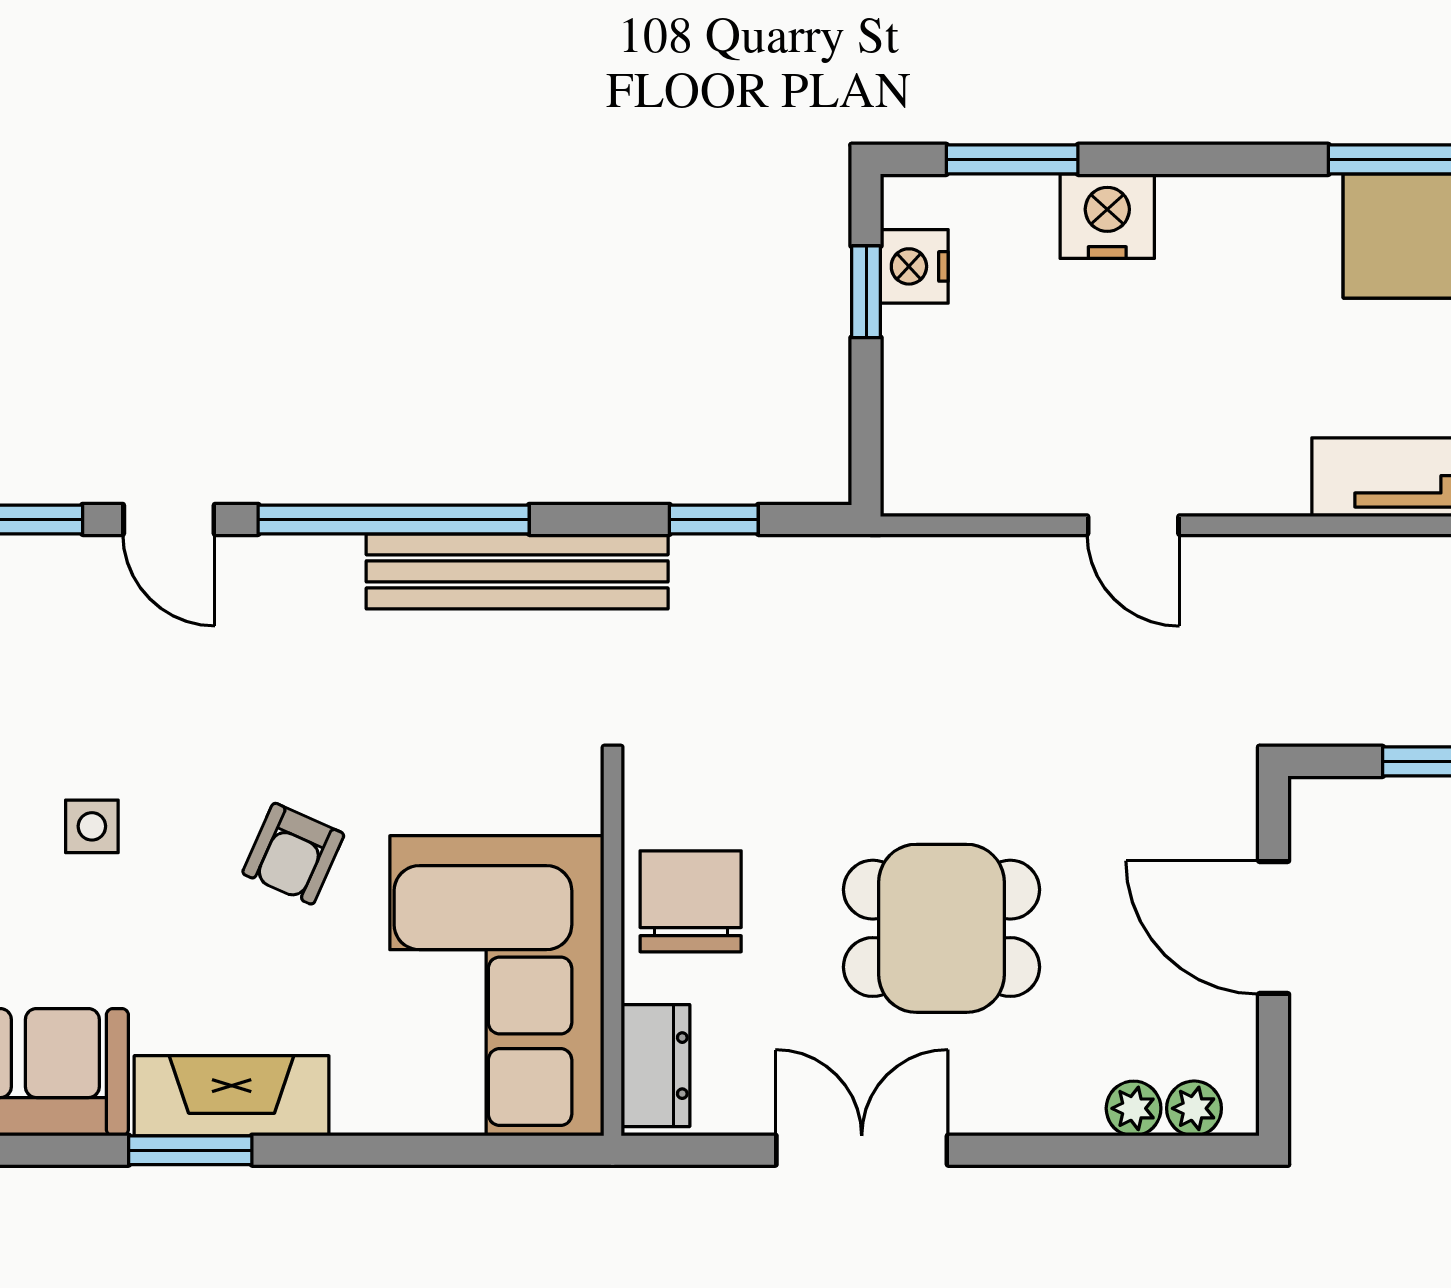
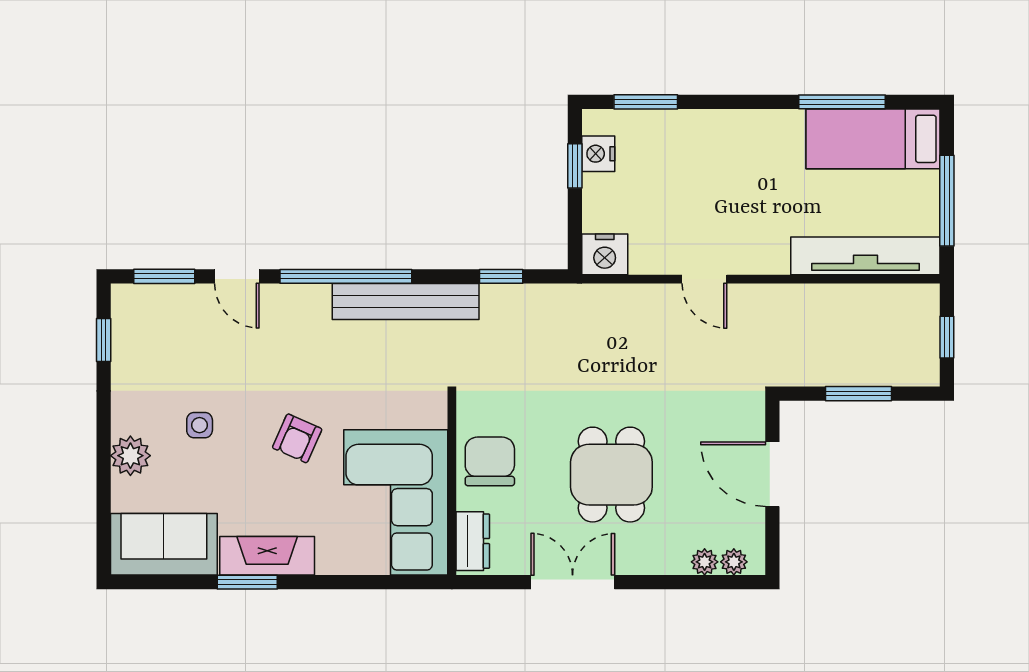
nightstand: (1107, 216) -> (605, 254), moved, turned 180
dining table: (941, 928) -> (611, 475), turned 90

